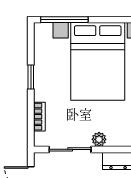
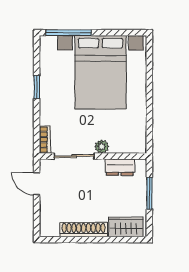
bookcase: (39, 117) -> (45, 140), moved

